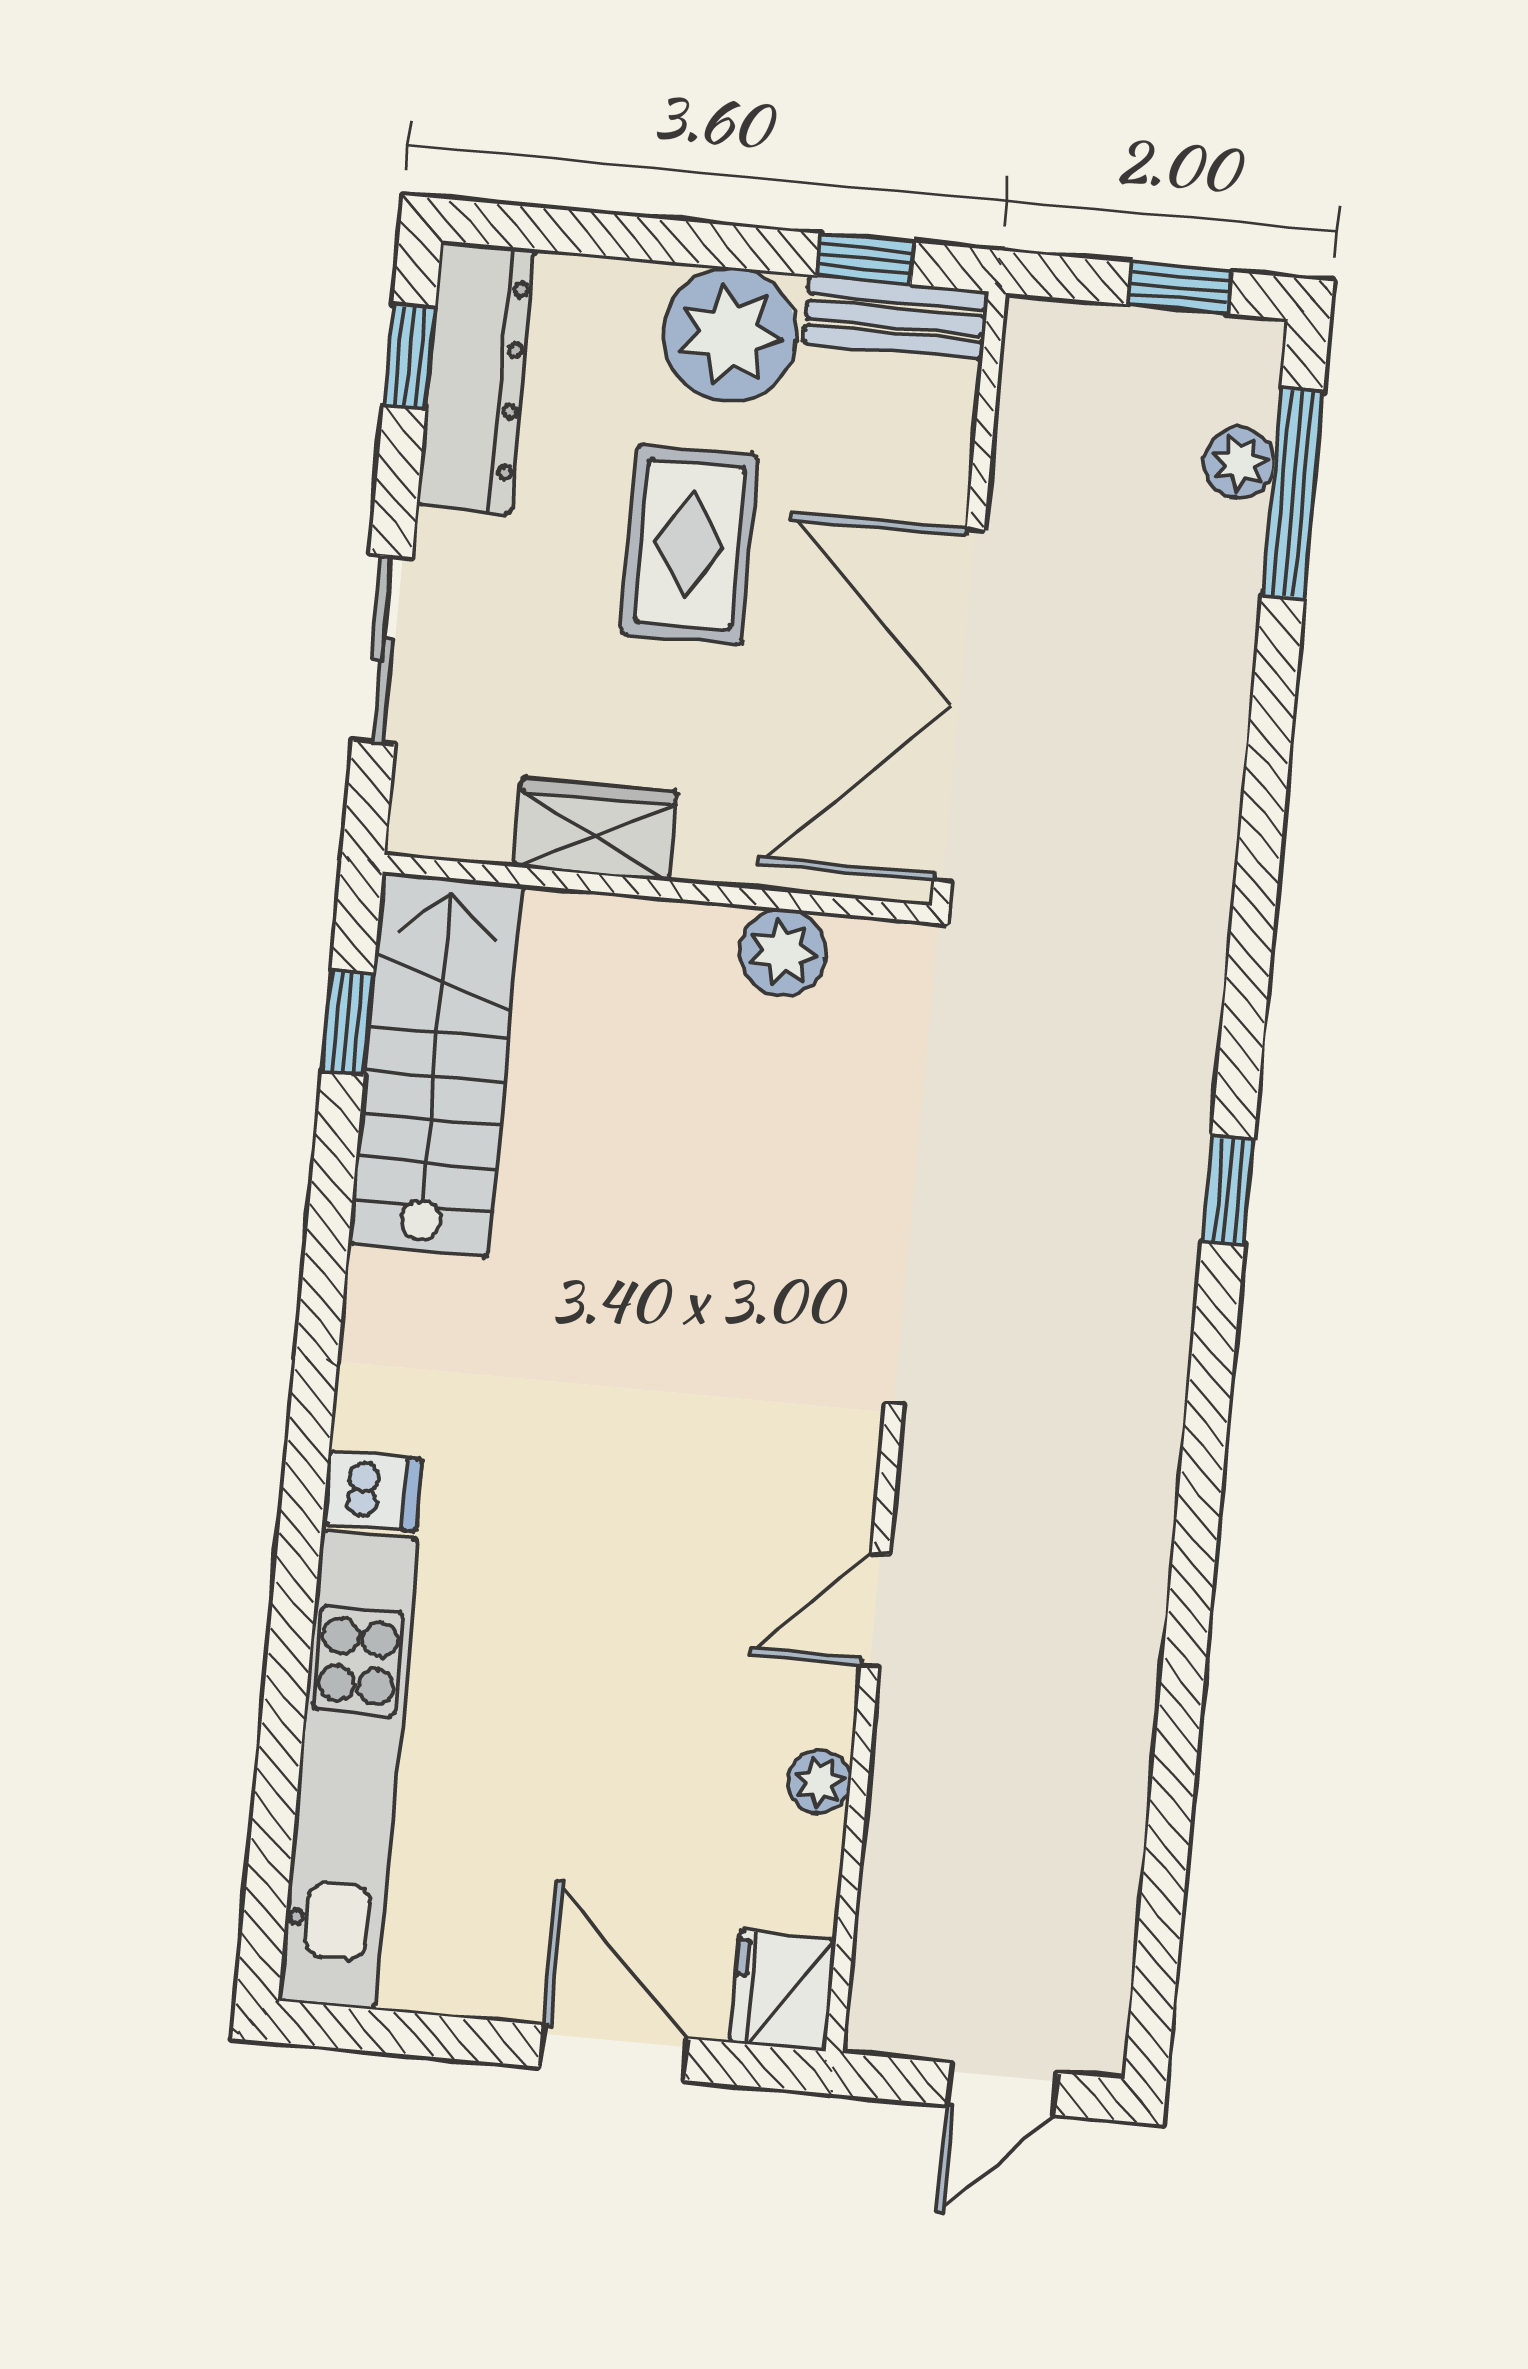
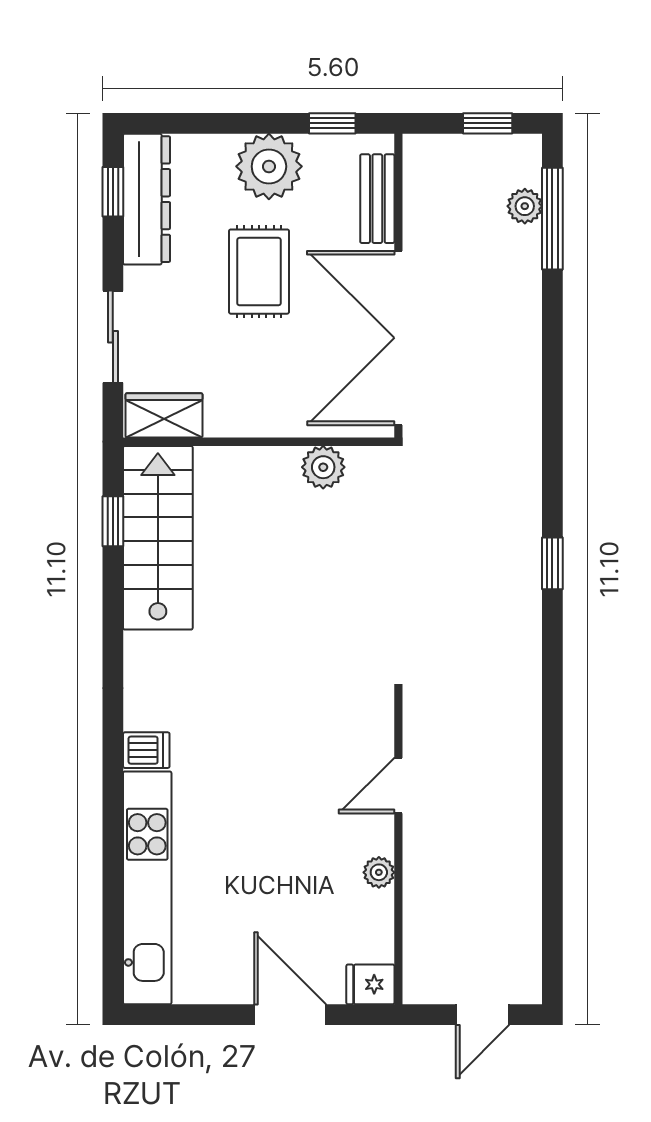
bench: (896, 317) -> (377, 199), moved, turned 90
wardrobe: (595, 829) -> (164, 415), moved
fridge: (783, 1991) -> (370, 984), width x0.72

